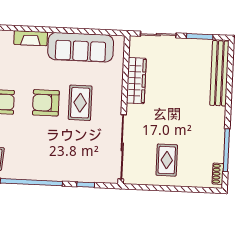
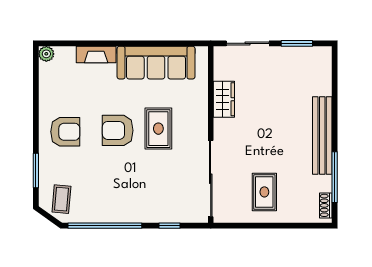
bench: (219, 73) -> (322, 136), moved
wardrobe: (136, 81) -> (224, 99), width x0.67

